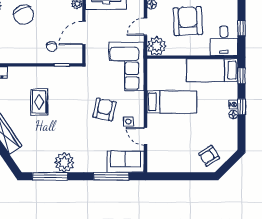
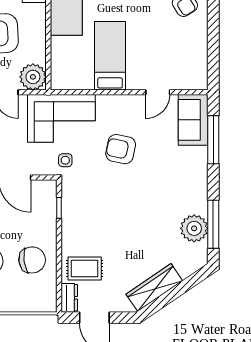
chair: (52, 47) -> (32, 260), moved, width x1.87, depth x1.87
rug: (39, 102) -> (85, 268), moved
side table: (128, 122) -> (65, 160), moved
plant: (64, 163) -> (194, 228), moved

